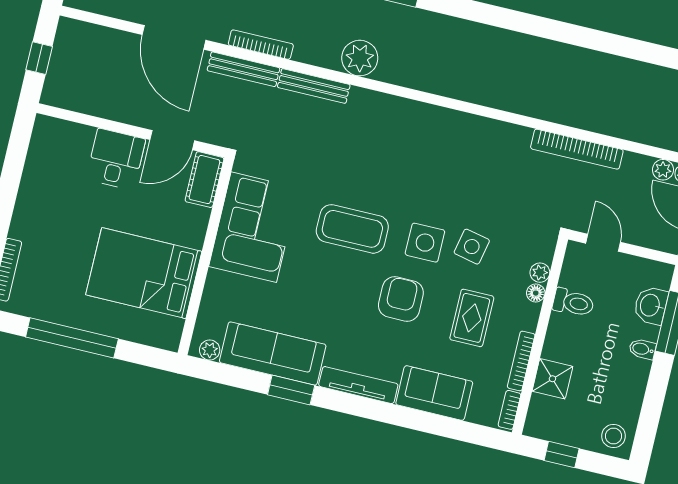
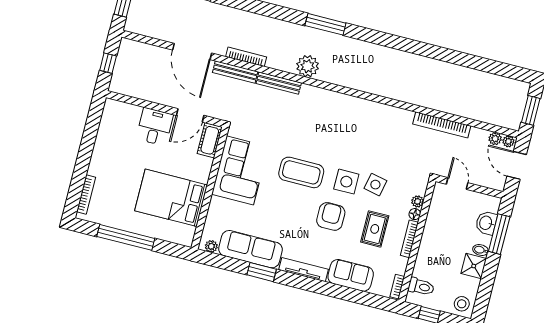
toilet: (573, 303) -> (421, 287), moved
bookcase: (521, 361) -> (409, 239), moved
shower: (552, 379) -> (474, 266), moved

